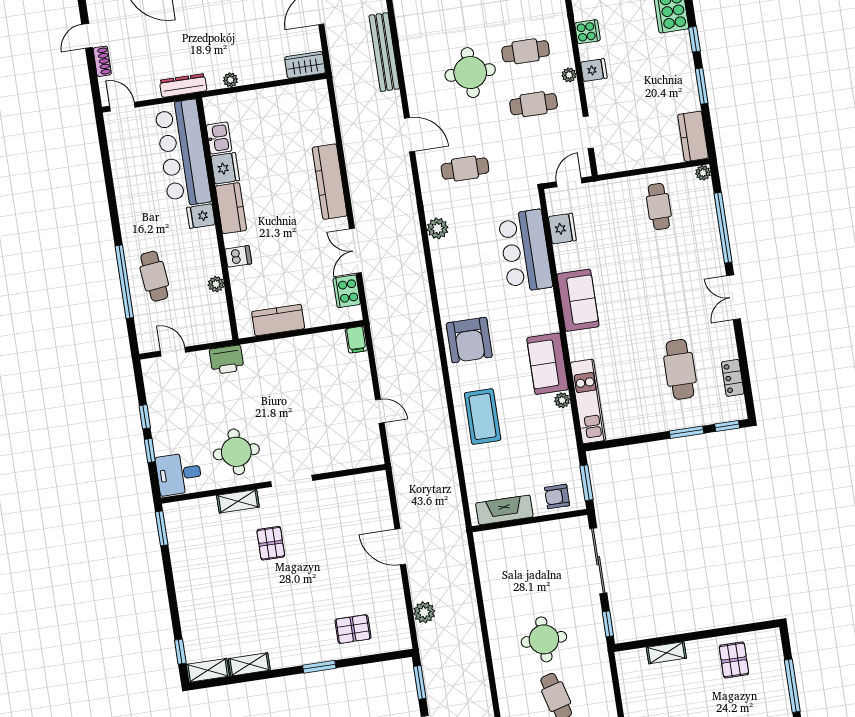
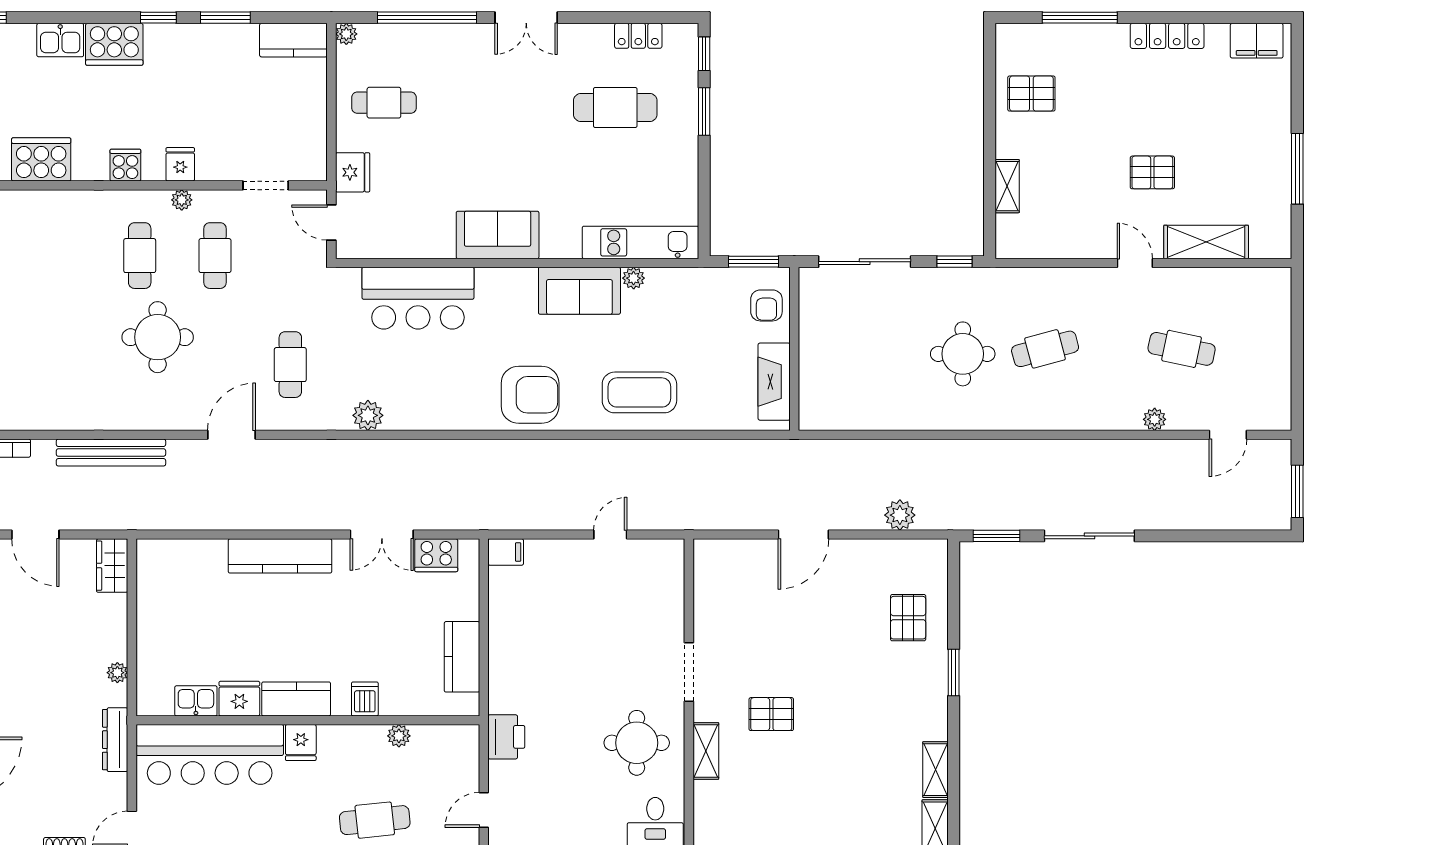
fridge: (562, 229) -> (353, 172), moved, turned 90

